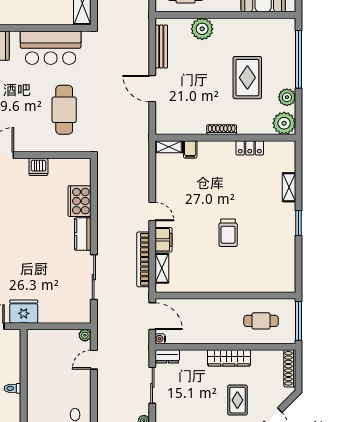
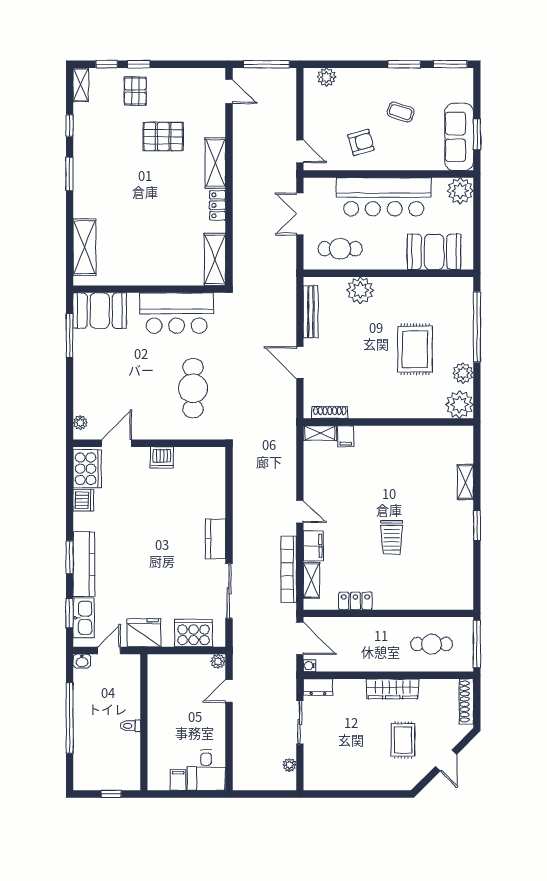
shoe rack: (222, 130) -> (330, 412), moved
locker: (250, 148) -> (355, 601), moved, turned 180
cooker: (79, 201) -> (194, 633), moved, turned 90

